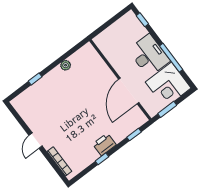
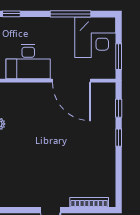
desk: (149, 55) -> (28, 62), moved, turned 180
printer: (104, 144) -> (106, 145), removed
window: (102, 159) -> (119, 138), moved

